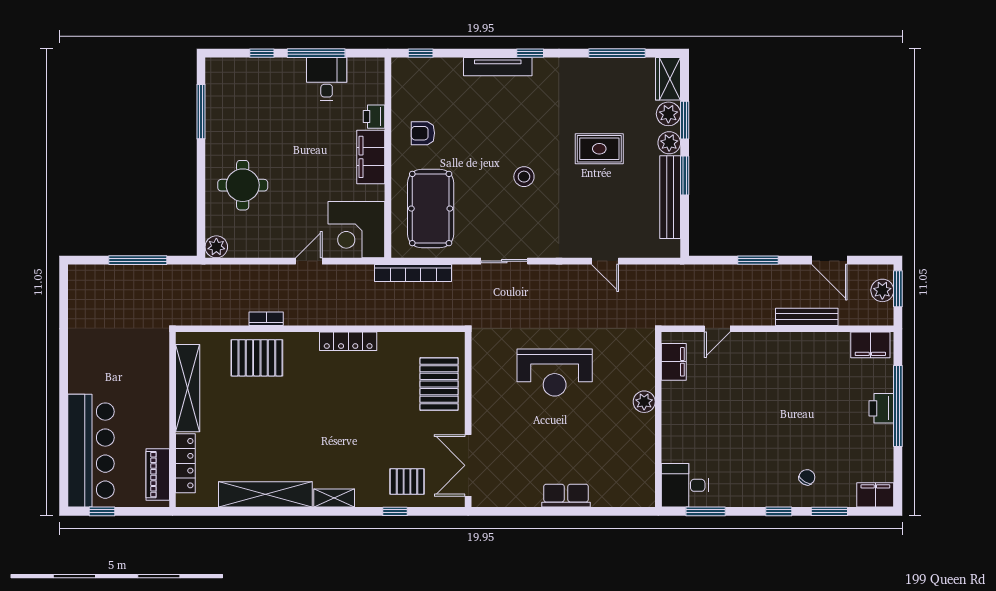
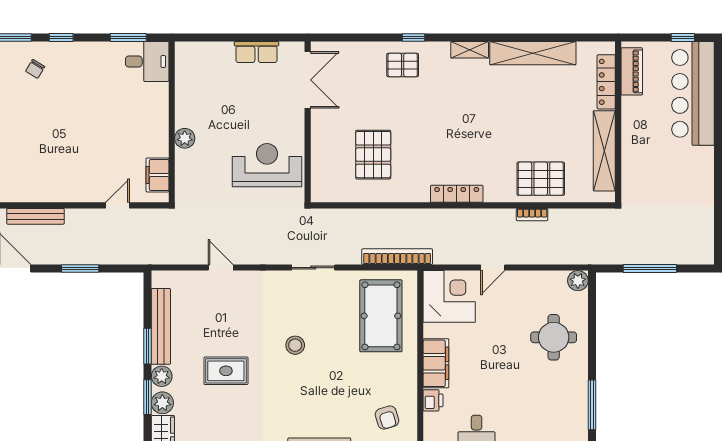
armchair: (423, 133) -> (387, 418), moved, turned 73
wall: (468, 420) -> (308, 122), moved
double door: (468, 465) -> (308, 80), moved

